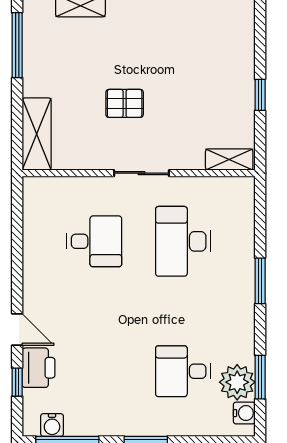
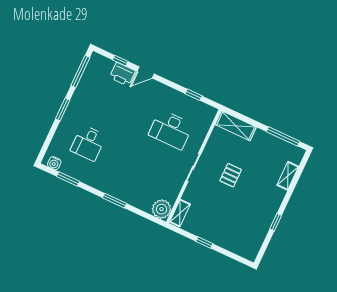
window: (17, 230) -> (194, 95), added
desk: (94, 241) -> (171, 130), width x1.37
desk: (183, 241) -> (151, 172), removed
desk: (183, 371) -> (88, 143), turned 180
plant: (237, 382) -> (162, 209), moved
water cooler: (52, 425) -> (92, 68), removed

